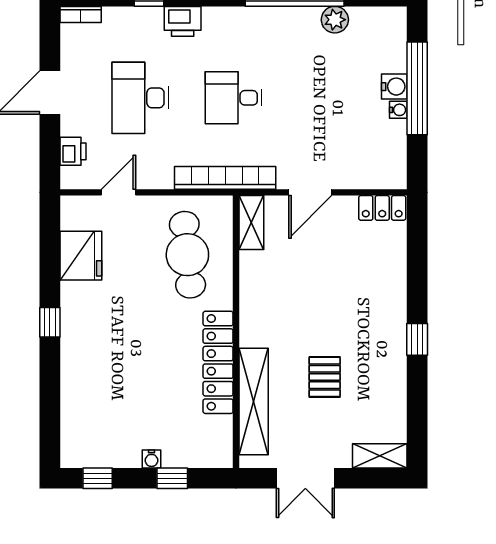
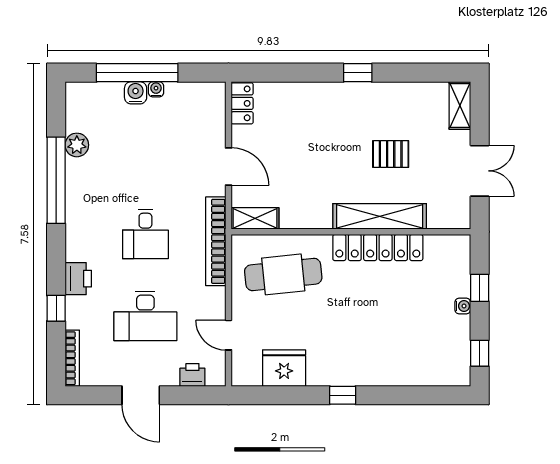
bookcase: (81, 14) -> (72, 358), width x1.56
shelving: (254, 402) -> (380, 216), moved

